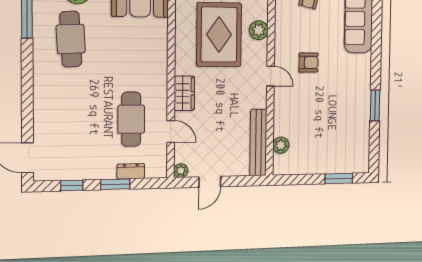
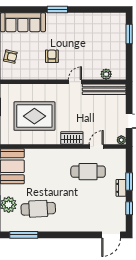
plant: (259, 30) -> (31, 90), removed
door: (271, 76) -> (75, 82), moved
window: (375, 105) -> (57, 9), moved
dresser: (131, 171) -> (121, 188), moved

